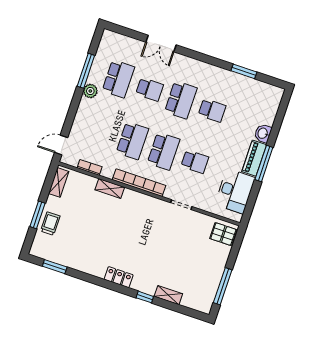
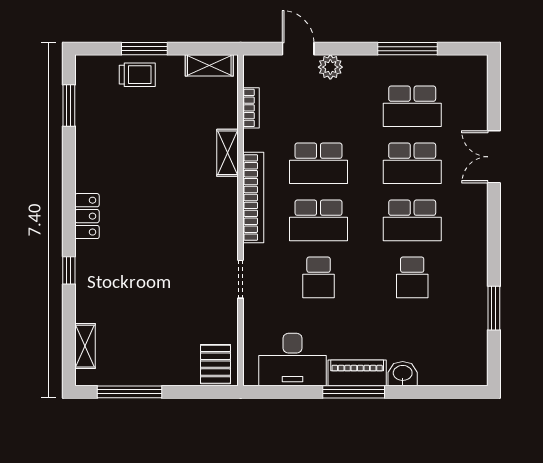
school desk: (150, 89) -> (412, 163), width x1.85
plant: (90, 91) -> (330, 67), moved
door: (61, 145) -> (298, 49), moved
shelving: (168, 295) -> (85, 346), moved

